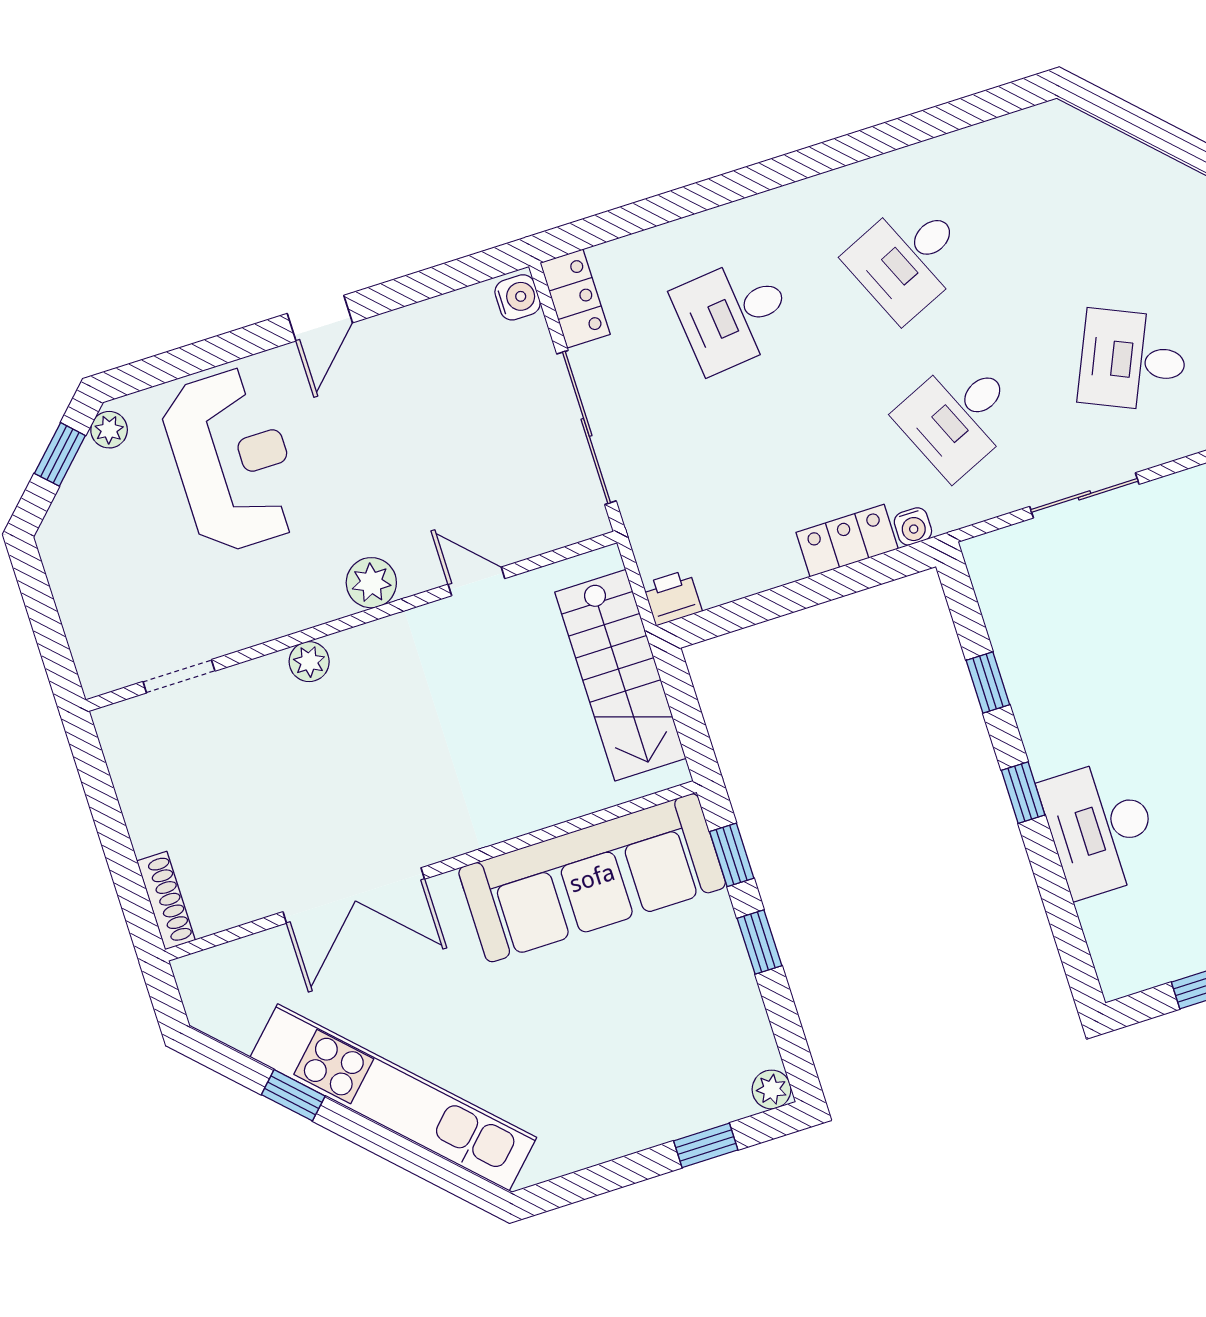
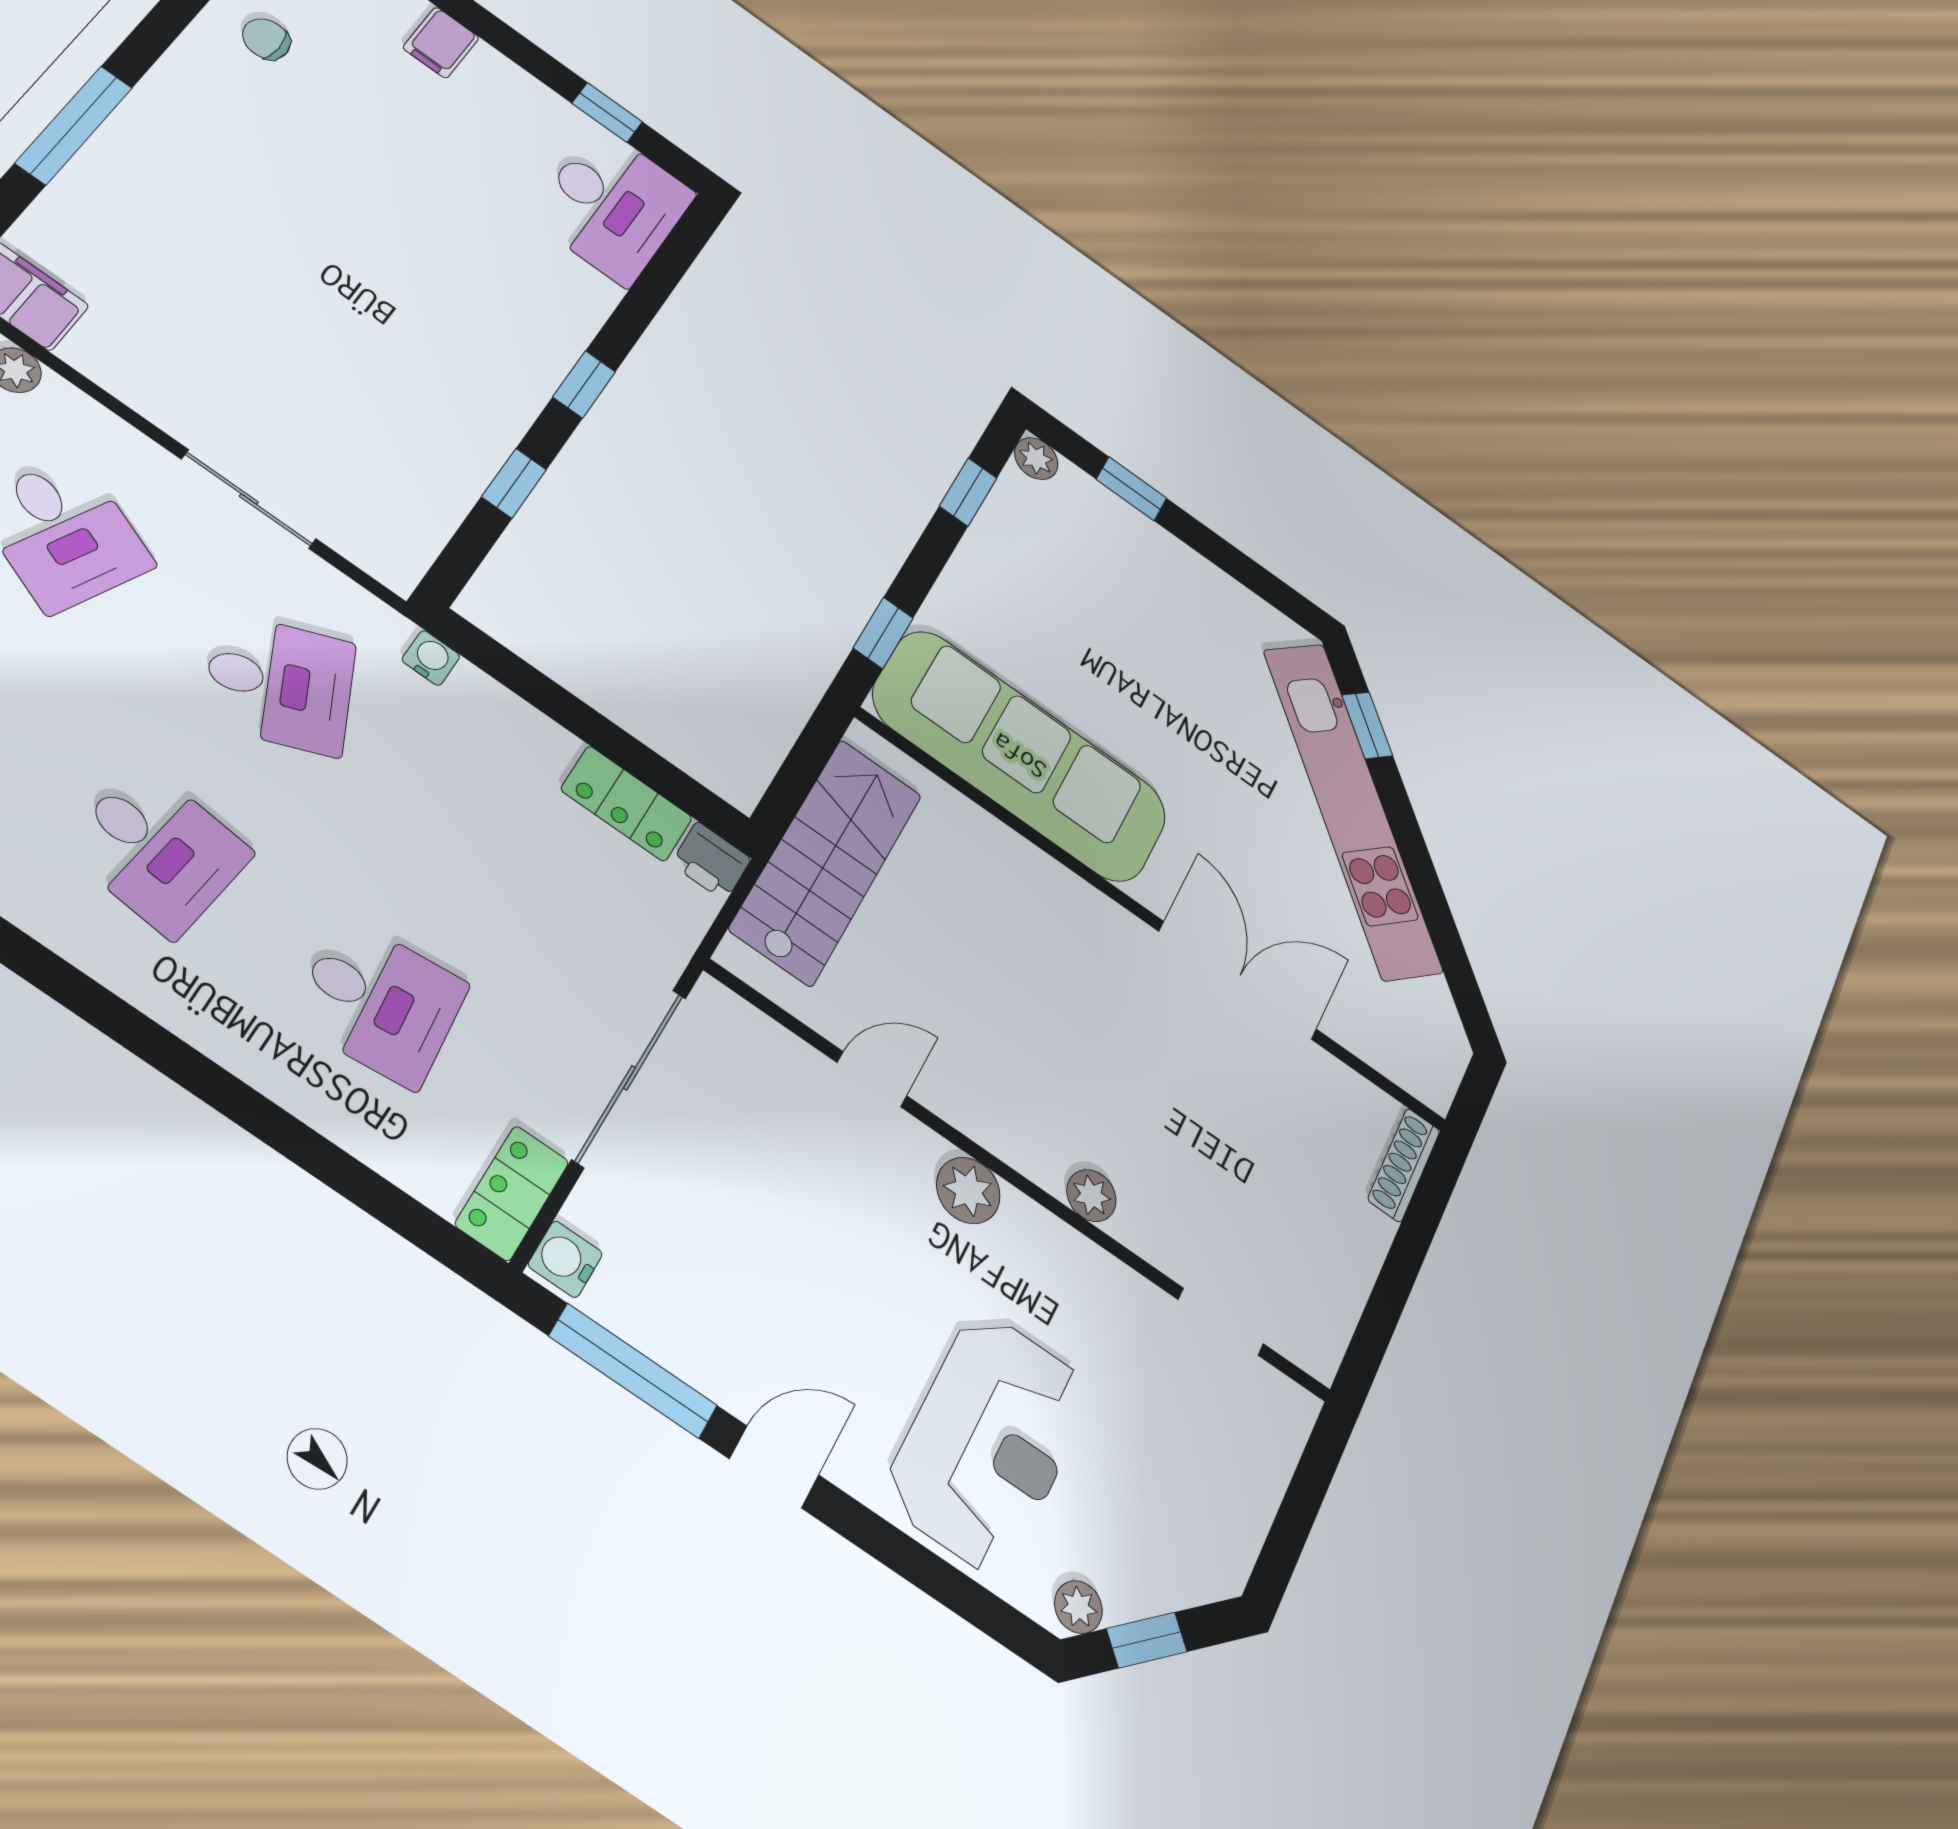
desk: (908, 259) -> (158, 850), turned 30
window: (431, 283) -> (633, 1371), added
reception desk: (232, 460) -> (989, 1442), turned 180
locker: (847, 541) -> (627, 804), moved
door: (476, 581) -> (872, 1079), swing flipped
desk: (1101, 828) -> (613, 206), moved
window: (759, 942) -> (968, 492), moved
window: (293, 1095) -> (1367, 725), moved

